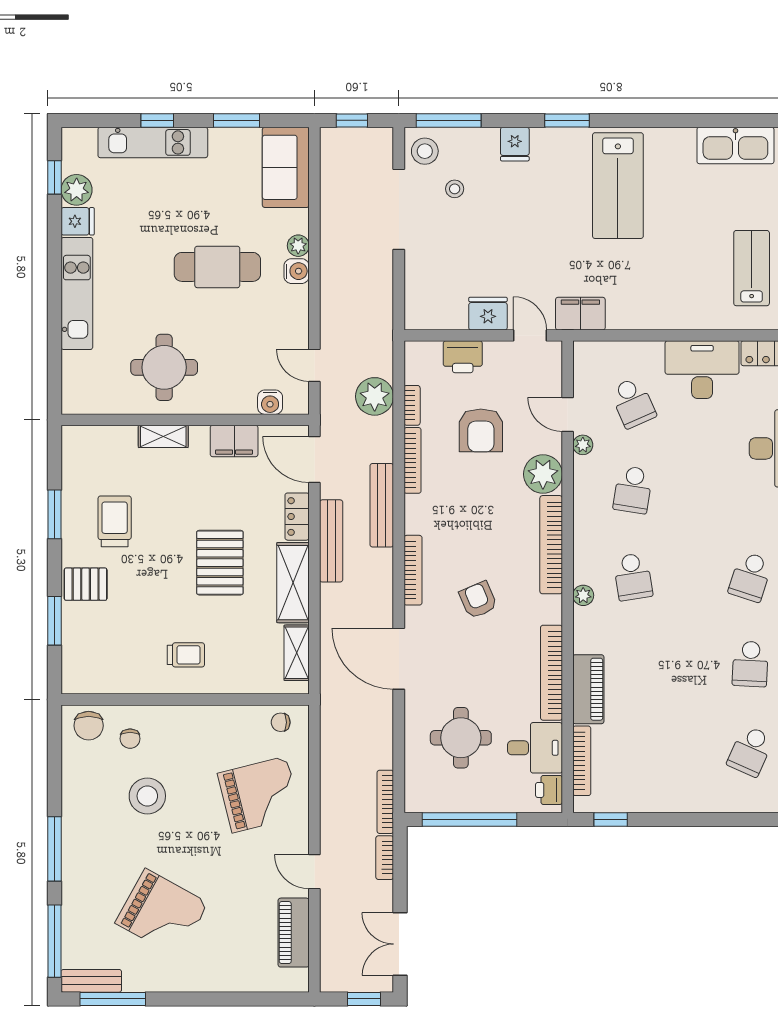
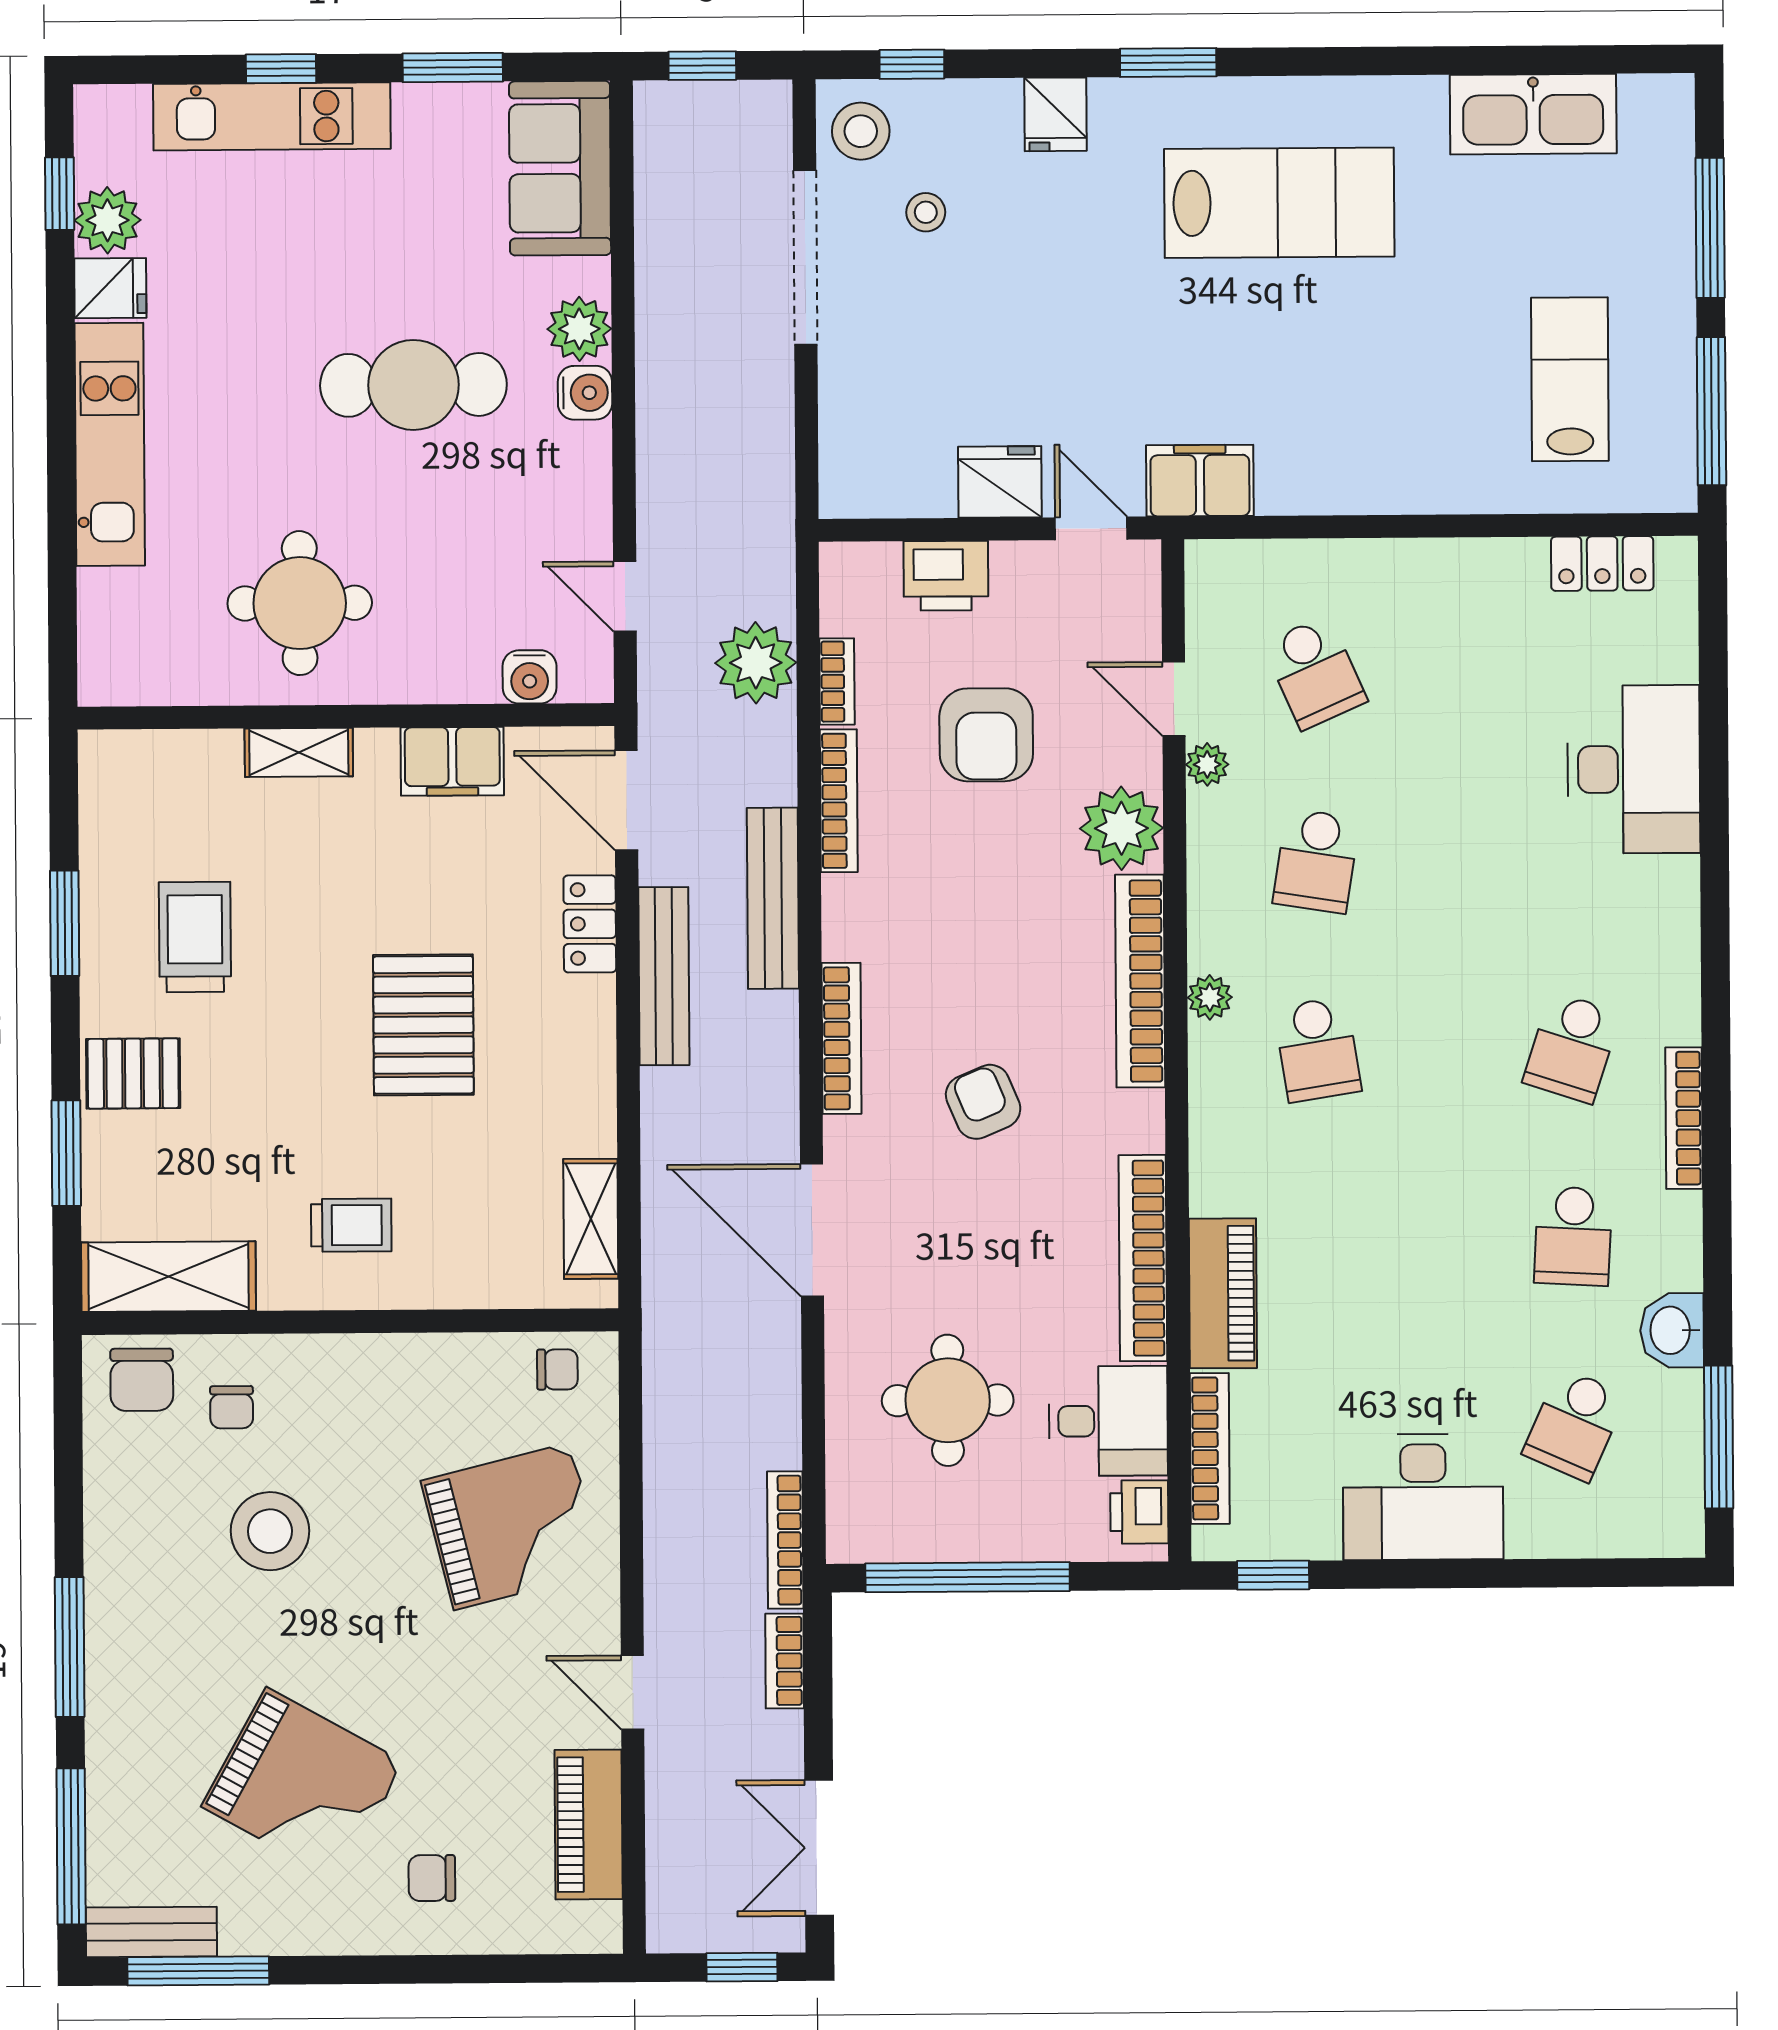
window: (449, 120) -> (912, 64), width x0.46
lab bench: (618, 186) -> (1279, 203), turned -90
plant: (298, 246) -> (579, 329), width x1.38, depth x1.38
desk: (702, 370) -> (1423, 1497), moved, turned 180
shelving: (293, 583) -> (169, 1277), moved, turned 90
plant: (583, 595) -> (1210, 997), moved
chair: (281, 722) -> (557, 1369), turned 180
chair: (221, 957) -> (432, 1878), added

